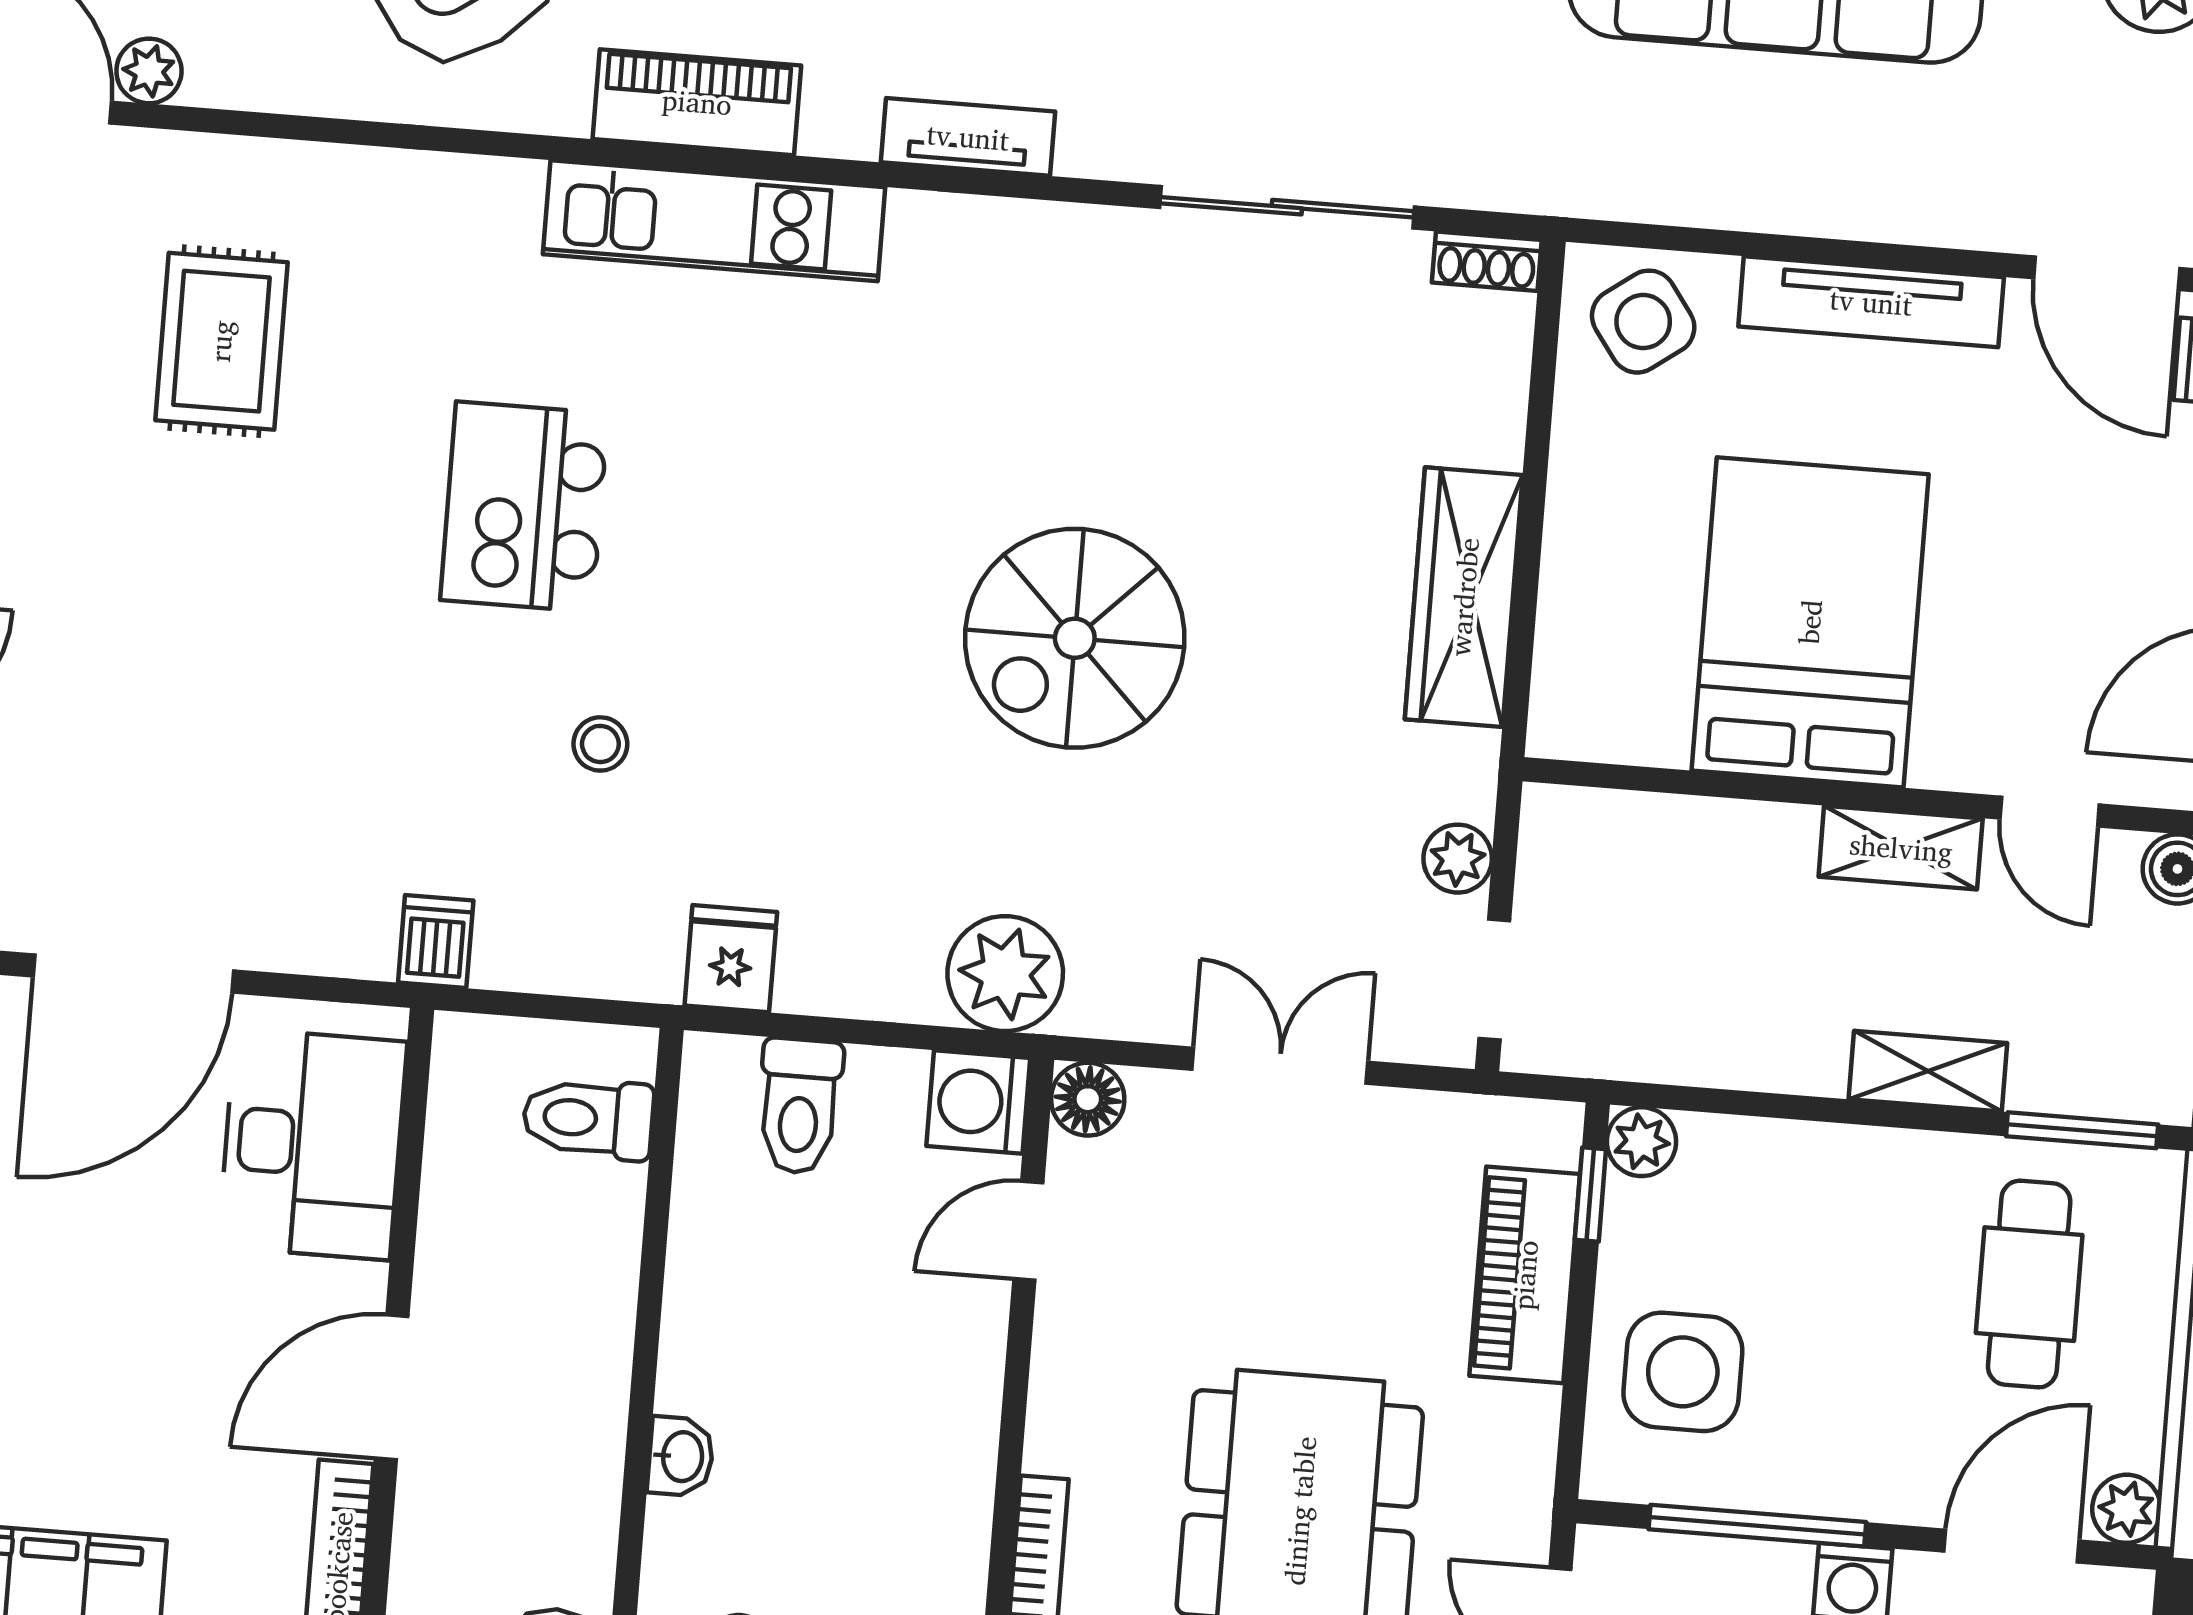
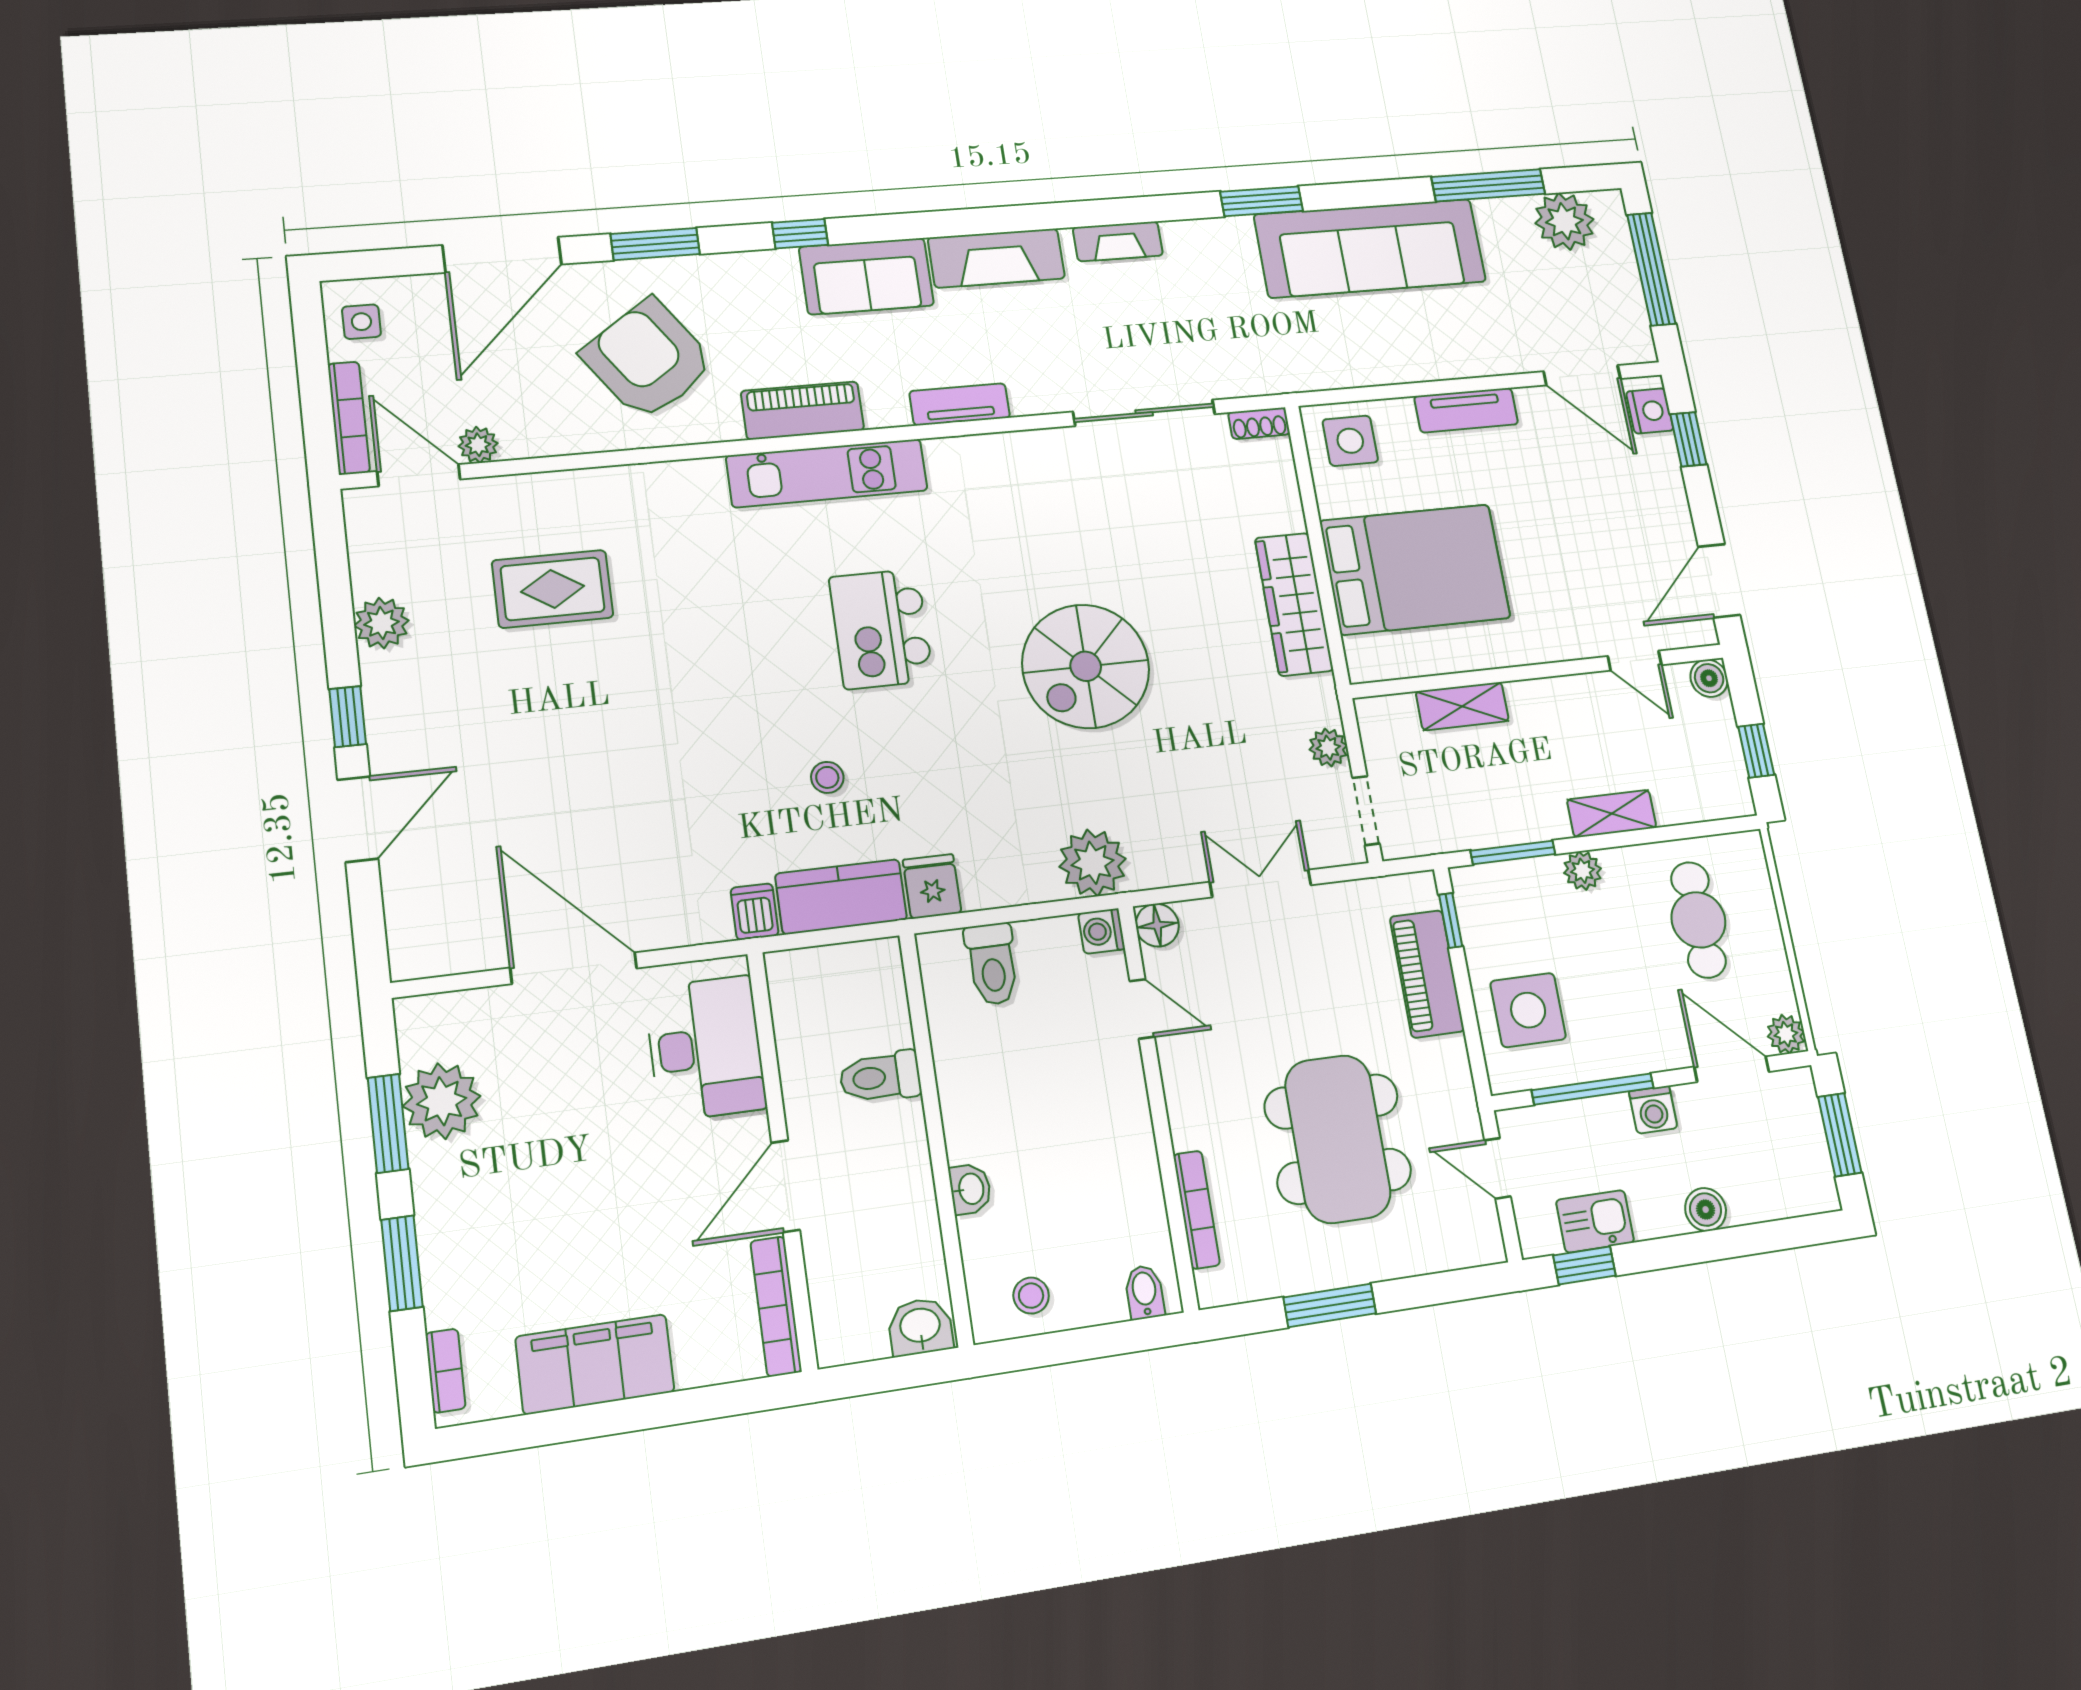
tv unit: (1871, 302) -> (1466, 410), width x0.71
side table: (1643, 322) -> (1350, 441), turned 36
rug: (221, 341) -> (553, 589), turned 90
kitchen island: (524, 507) -> (881, 629), moved
bed: (1810, 622) -> (1415, 569), moved, turned 90
shelving: (1901, 848) -> (1462, 706), moved
kitchen counter: (580, 946) -> (841, 897), added
door: (133, 974) -> (574, 968), swing flipped
washing machine: (978, 1102) -> (1102, 931), width x0.73, depth x0.73
toilet: (588, 1119) -> (880, 1077), moved
window: (2082, 1130) -> (1513, 852), moved
plant: (1642, 1142) -> (1582, 871), moved
door: (1028, 1231) -> (1142, 1009), swing flipped
door: (2012, 1546) -> (1732, 1069), hinge flipped

